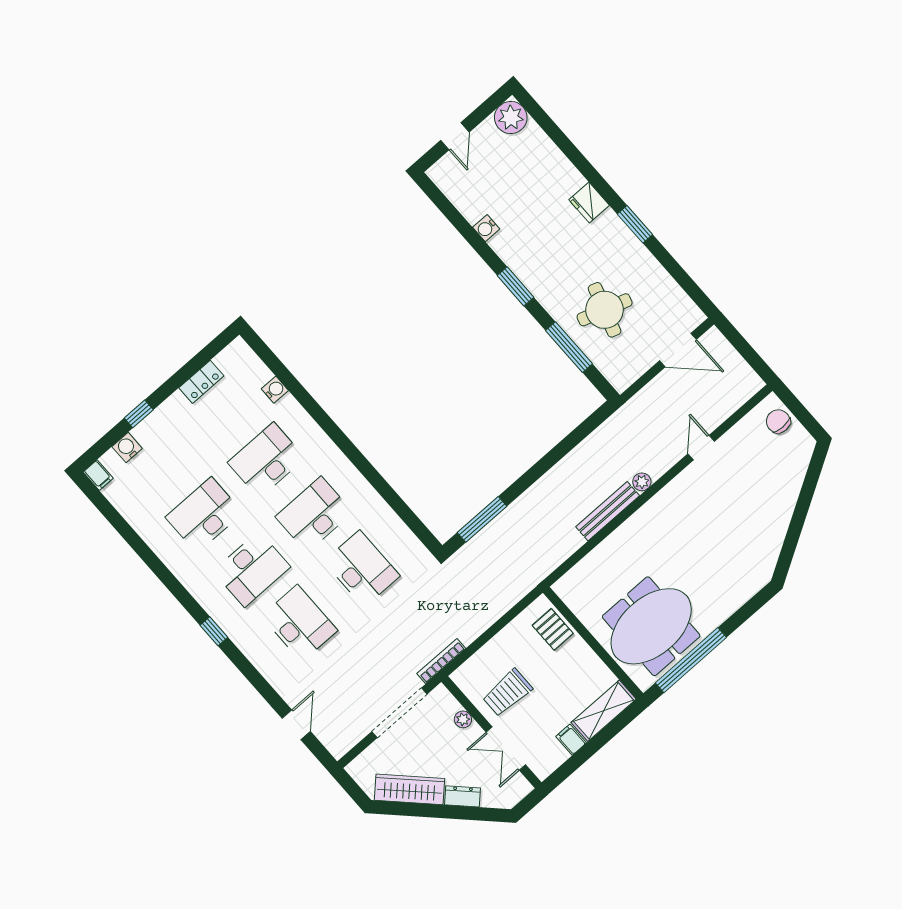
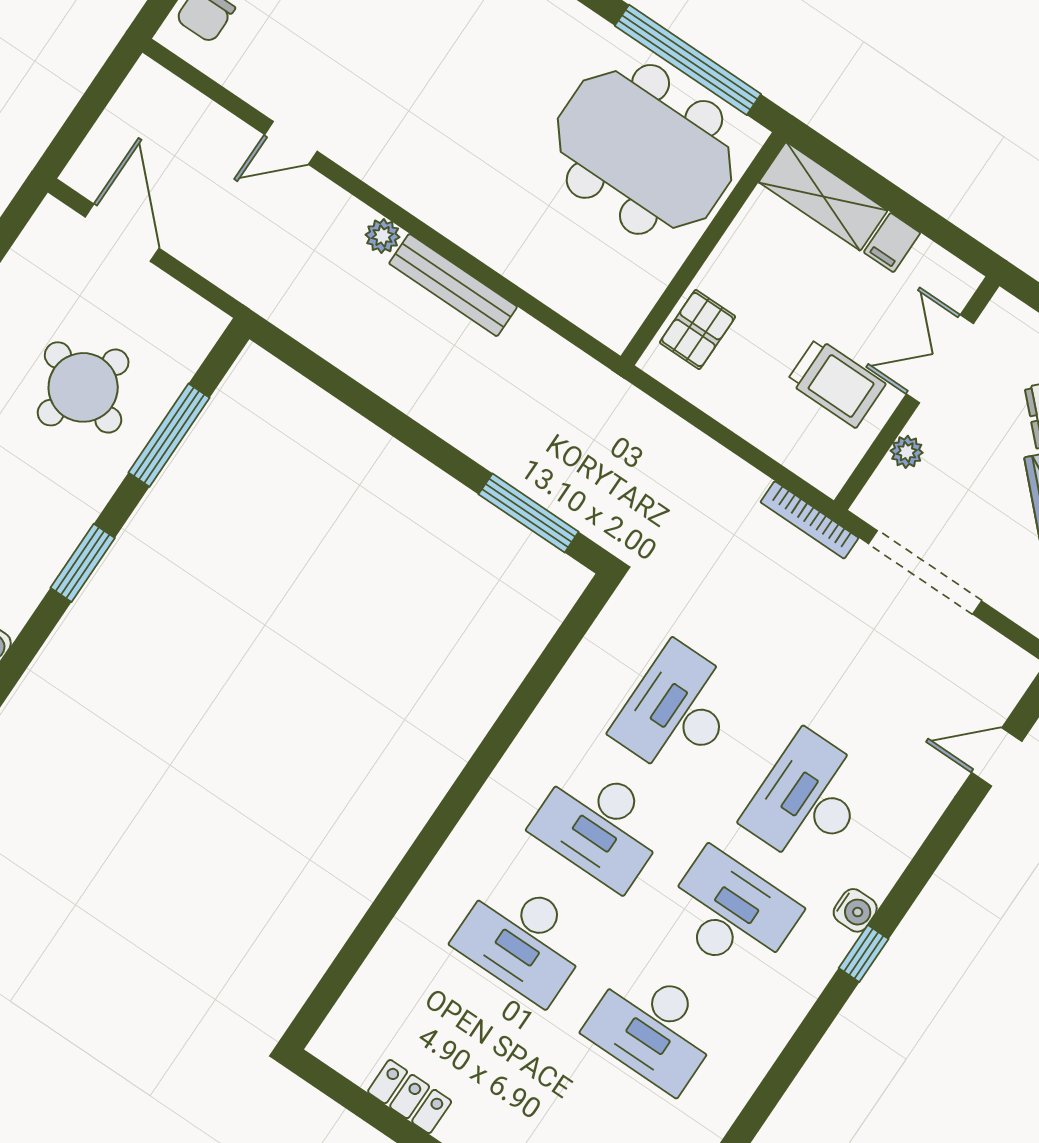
water cooler: (275, 390) -> (855, 910), moved, turned 180
double door: (506, 748) -> (940, 359), swing flipped

